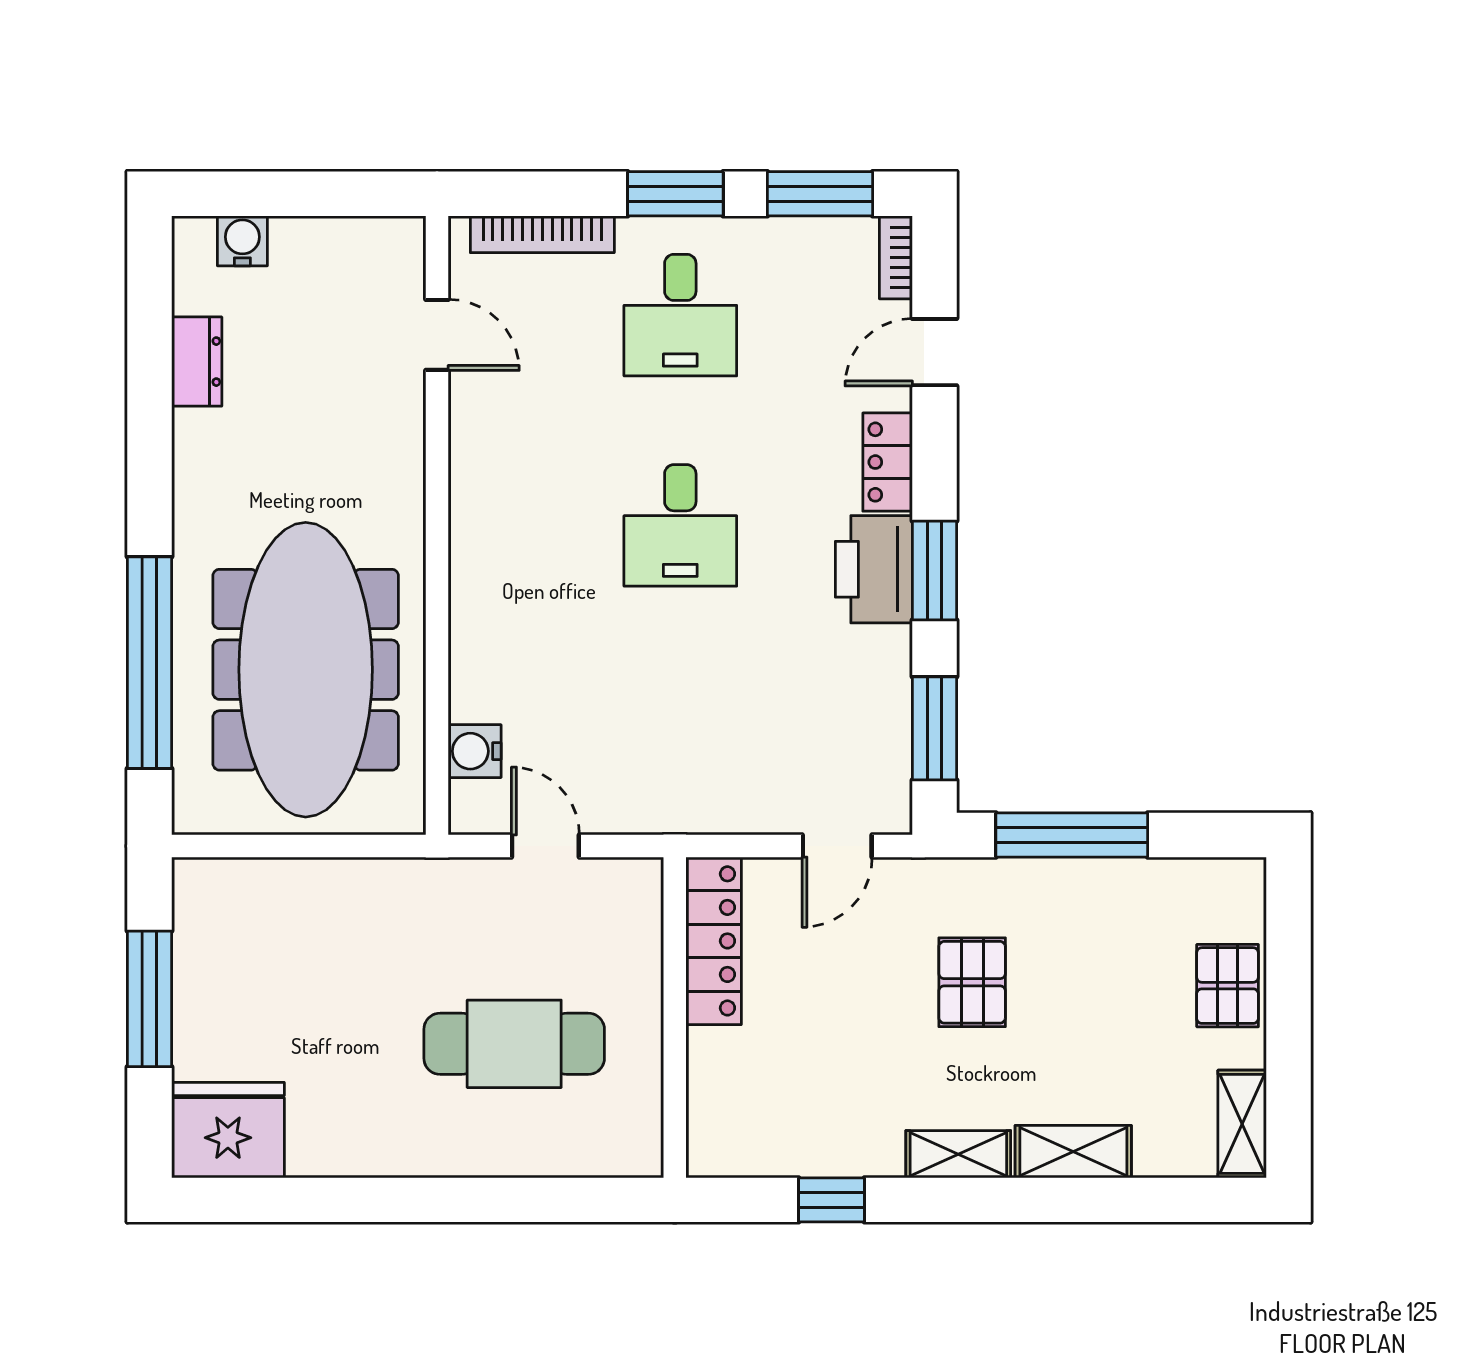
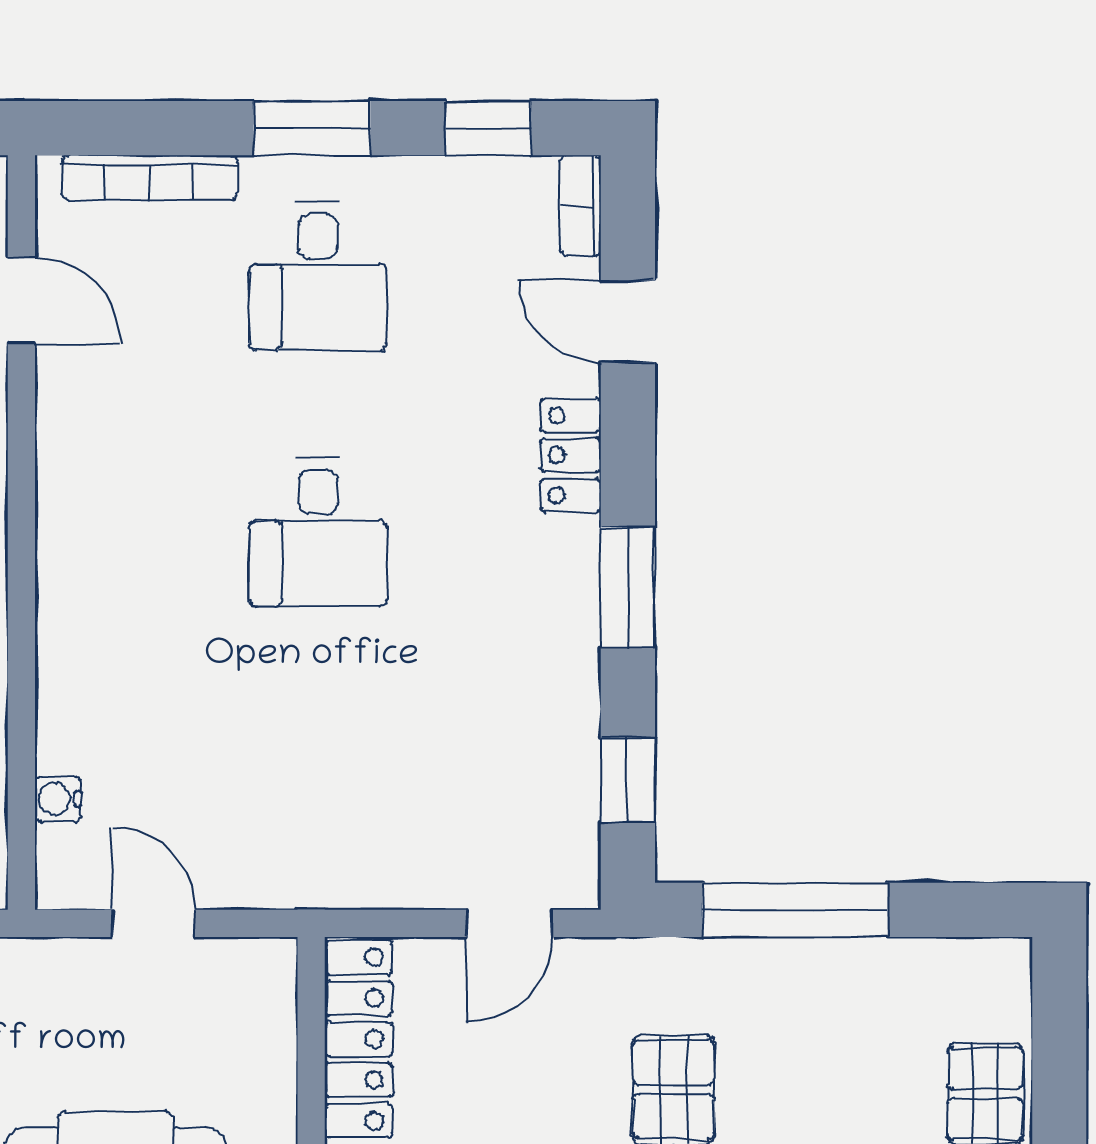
window: (820, 194) -> (488, 128), width x0.67
door: (935, 352) -> (628, 321), hinge flipped
printer: (874, 569) -> (554, 586), removed
window: (935, 728) -> (628, 780), width x0.67
water cooler: (475, 751) -> (58, 799), width x0.72, depth x0.72

